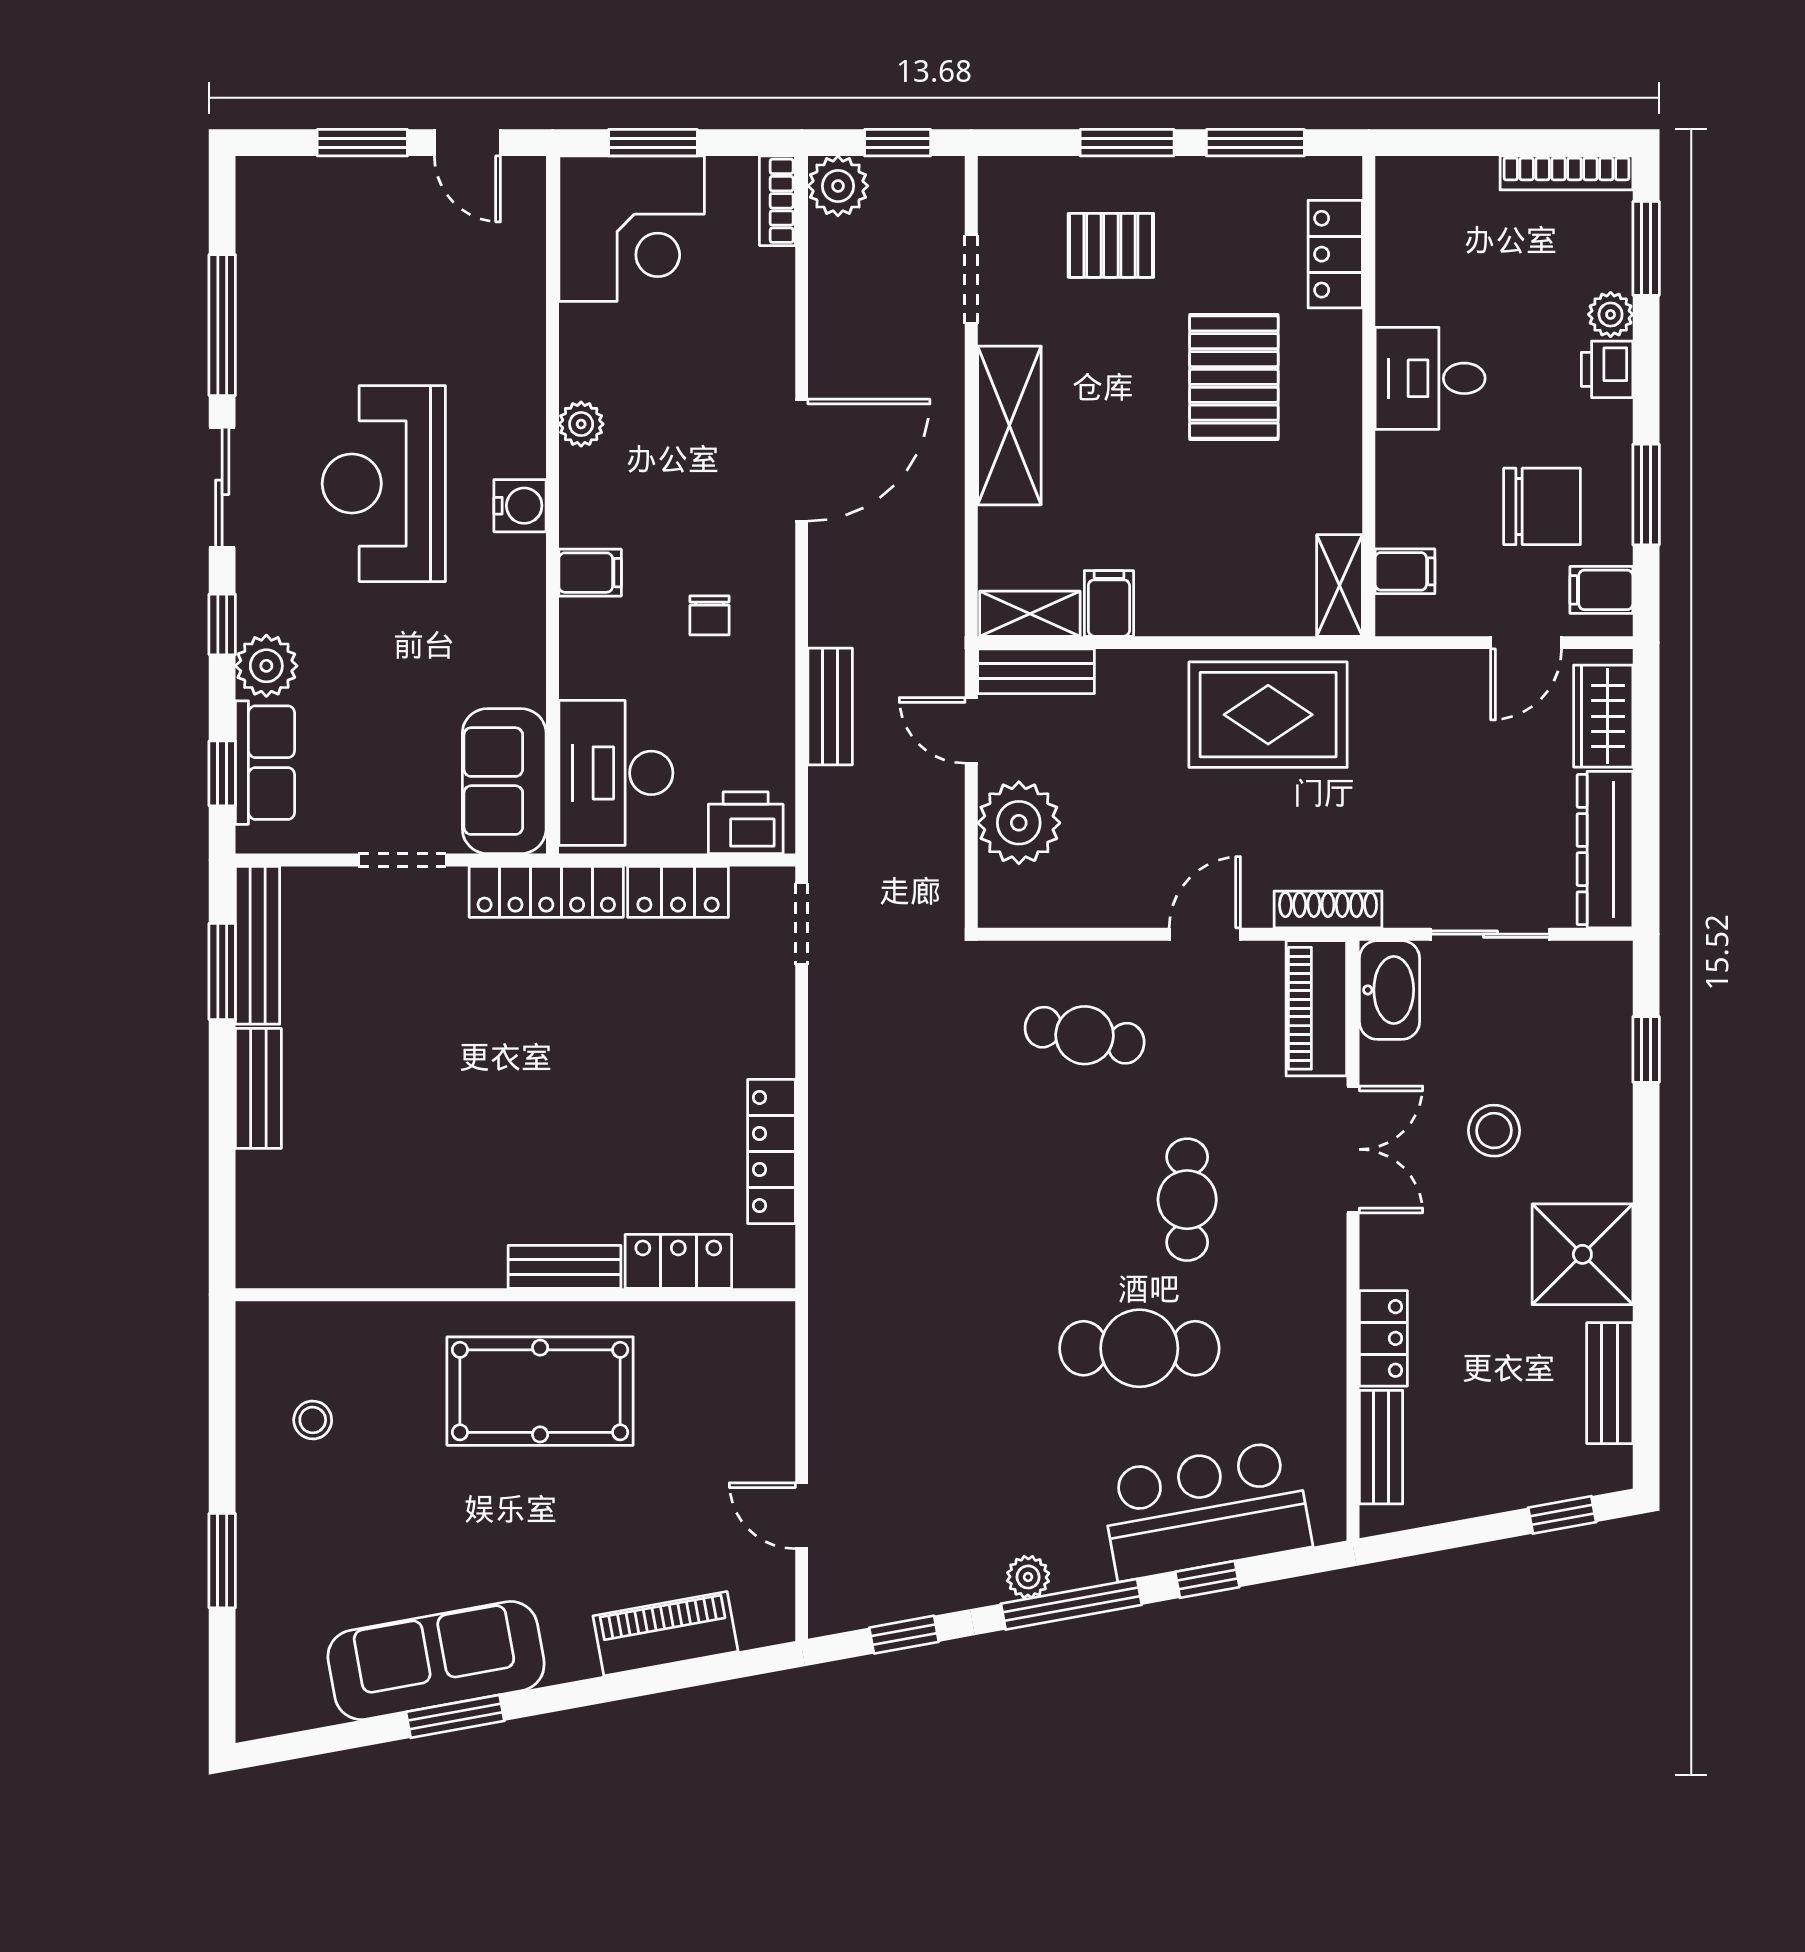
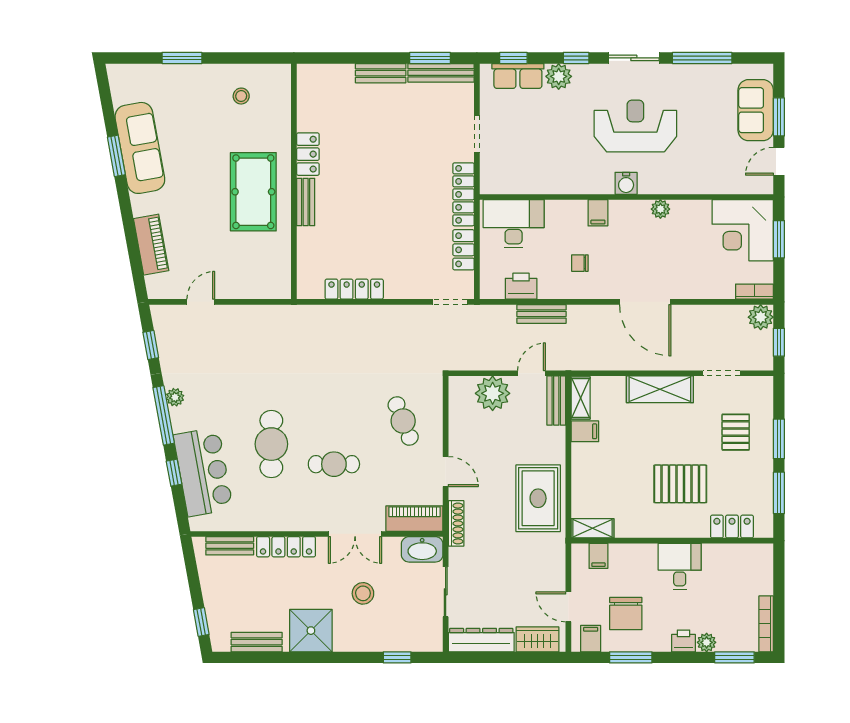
sofa: (504, 781) -> (756, 110), moved, turned -90
printer: (746, 823) -> (521, 286), moved, turned -90
cafe table: (1085, 1035) -> (403, 421), turned -33
locker: (678, 1261) -> (308, 154), moved
locker: (1383, 1338) -> (286, 547), width x1.53

